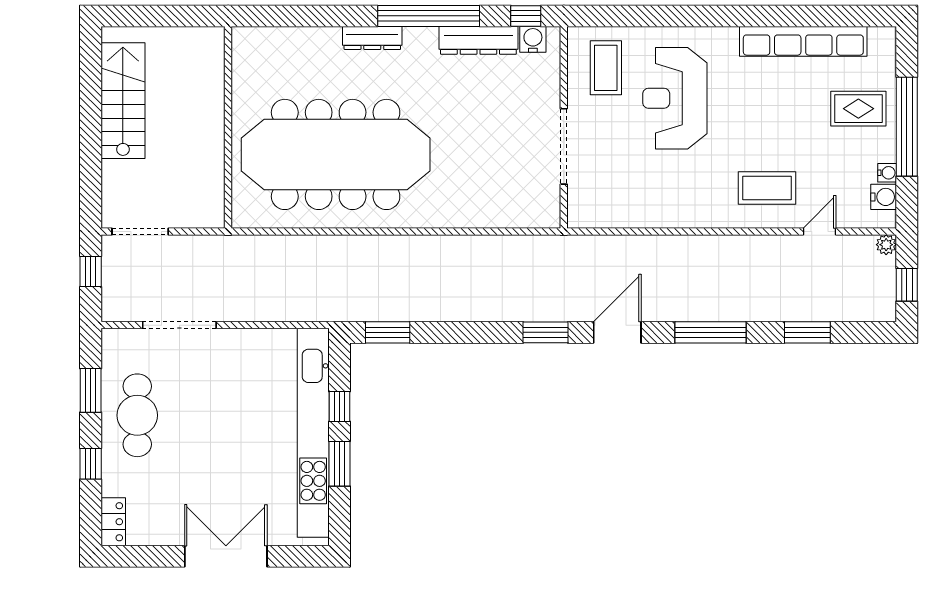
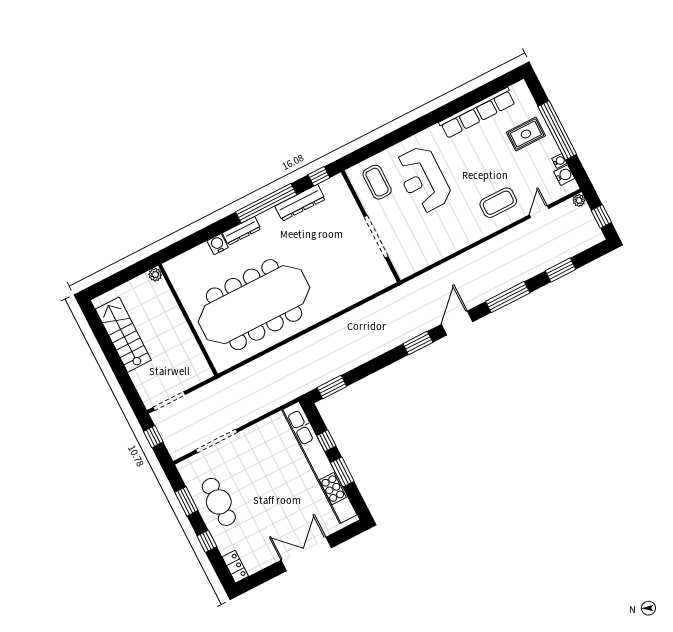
plant: (214, 37) -> (155, 275), added
water cooler: (533, 39) -> (218, 244), moved

